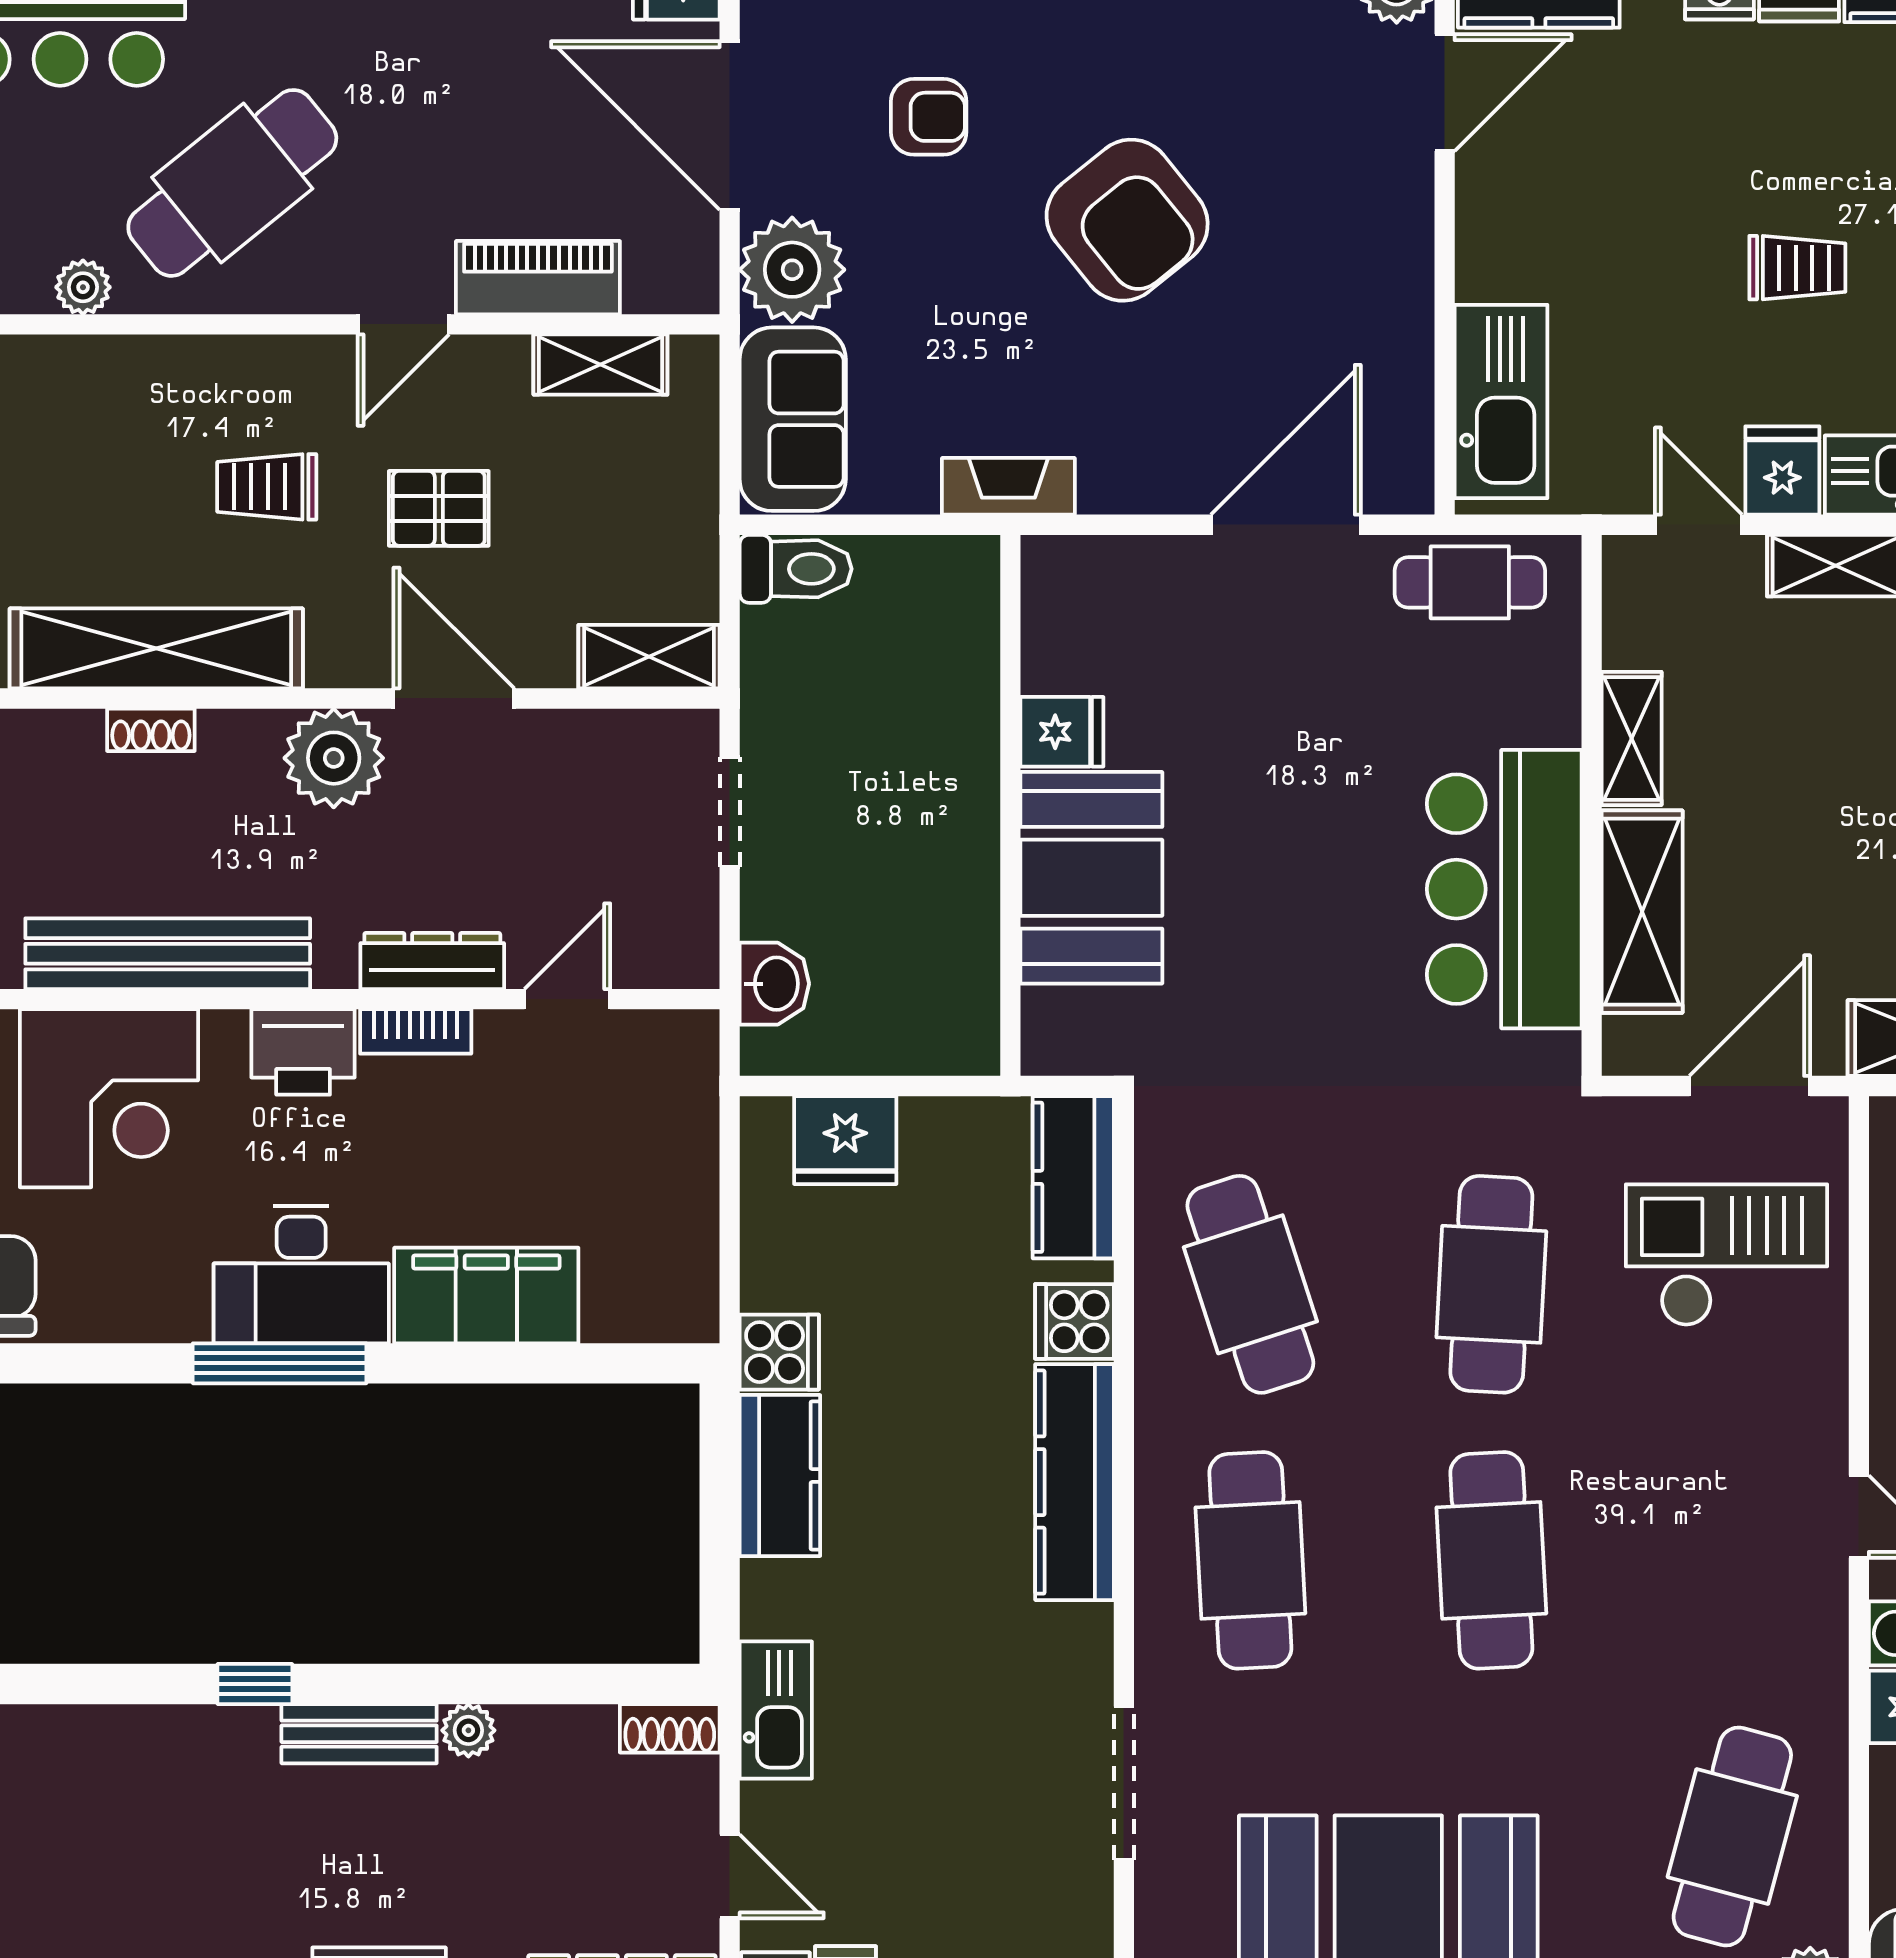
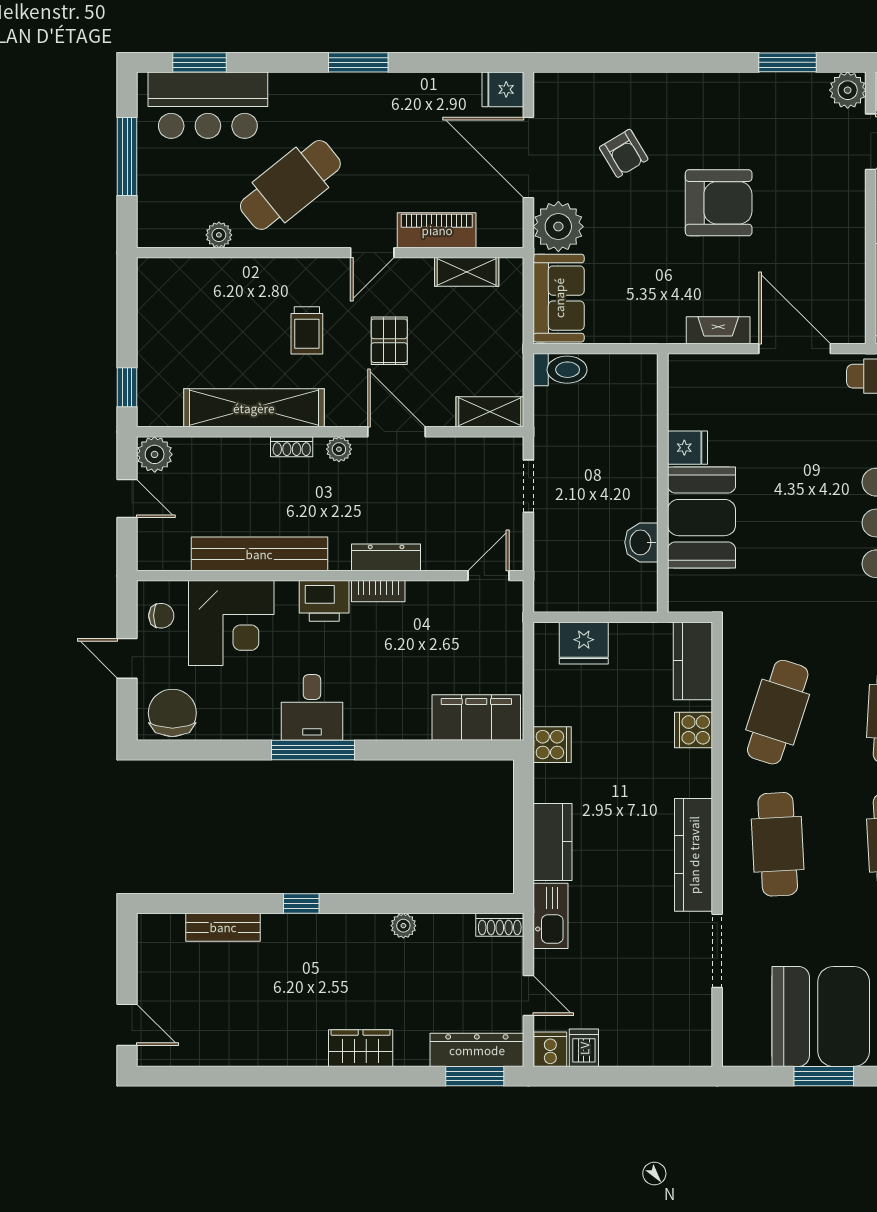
armchair: (929, 117) -> (624, 153), turned 59
armchair: (1127, 220) -> (719, 203), turned -51
fireplace: (1008, 486) -> (718, 330), moved
trolley: (267, 487) -> (307, 330), turned -90
pallet: (439, 508) -> (389, 341), turned 90
door: (1286, 525) -> (795, 349), hinge flipped
shoe rack: (151, 730) -> (292, 447), moved
plant: (334, 758) -> (339, 449), width x0.53, depth x0.53
washbasin: (774, 984) -> (641, 542), moved, turned 180
door: (567, 999) -> (489, 576), moved
desk: (301, 1274) -> (312, 707), width x0.73
cafe table: (1250, 1284) -> (778, 712), turned 36
filing cabinet: (486, 1295) -> (476, 717), moved
kitchen counter: (780, 1476) -> (553, 842), moved
kitchen counter: (1075, 1482) -> (694, 855), moved
bench: (359, 1734) -> (223, 927), moved

